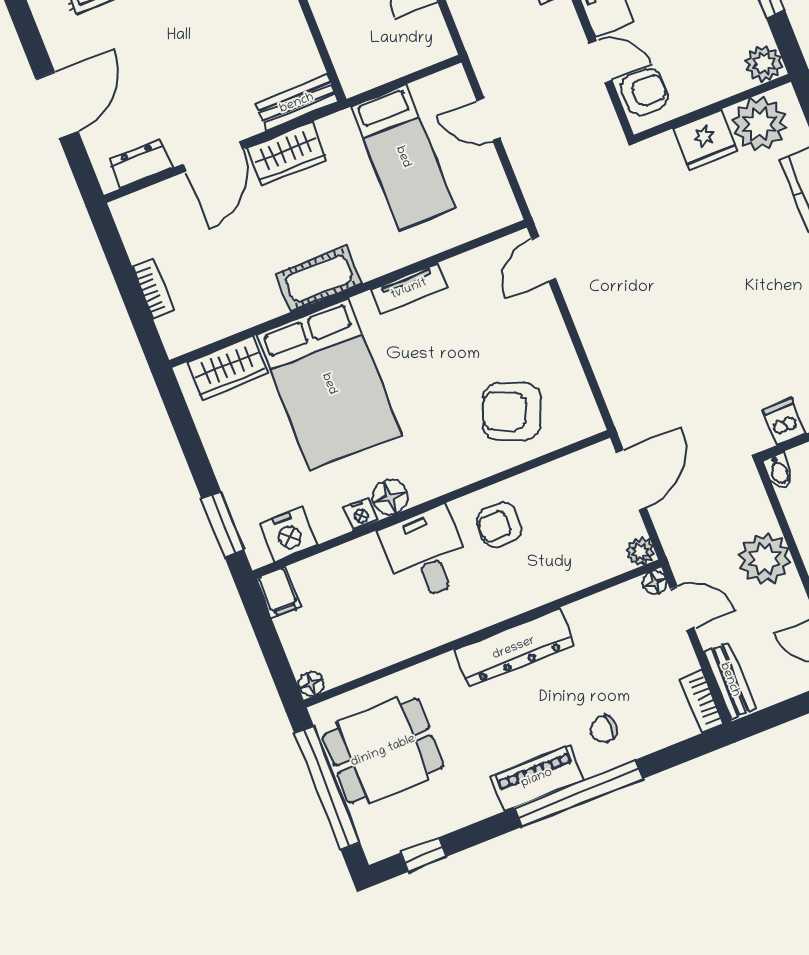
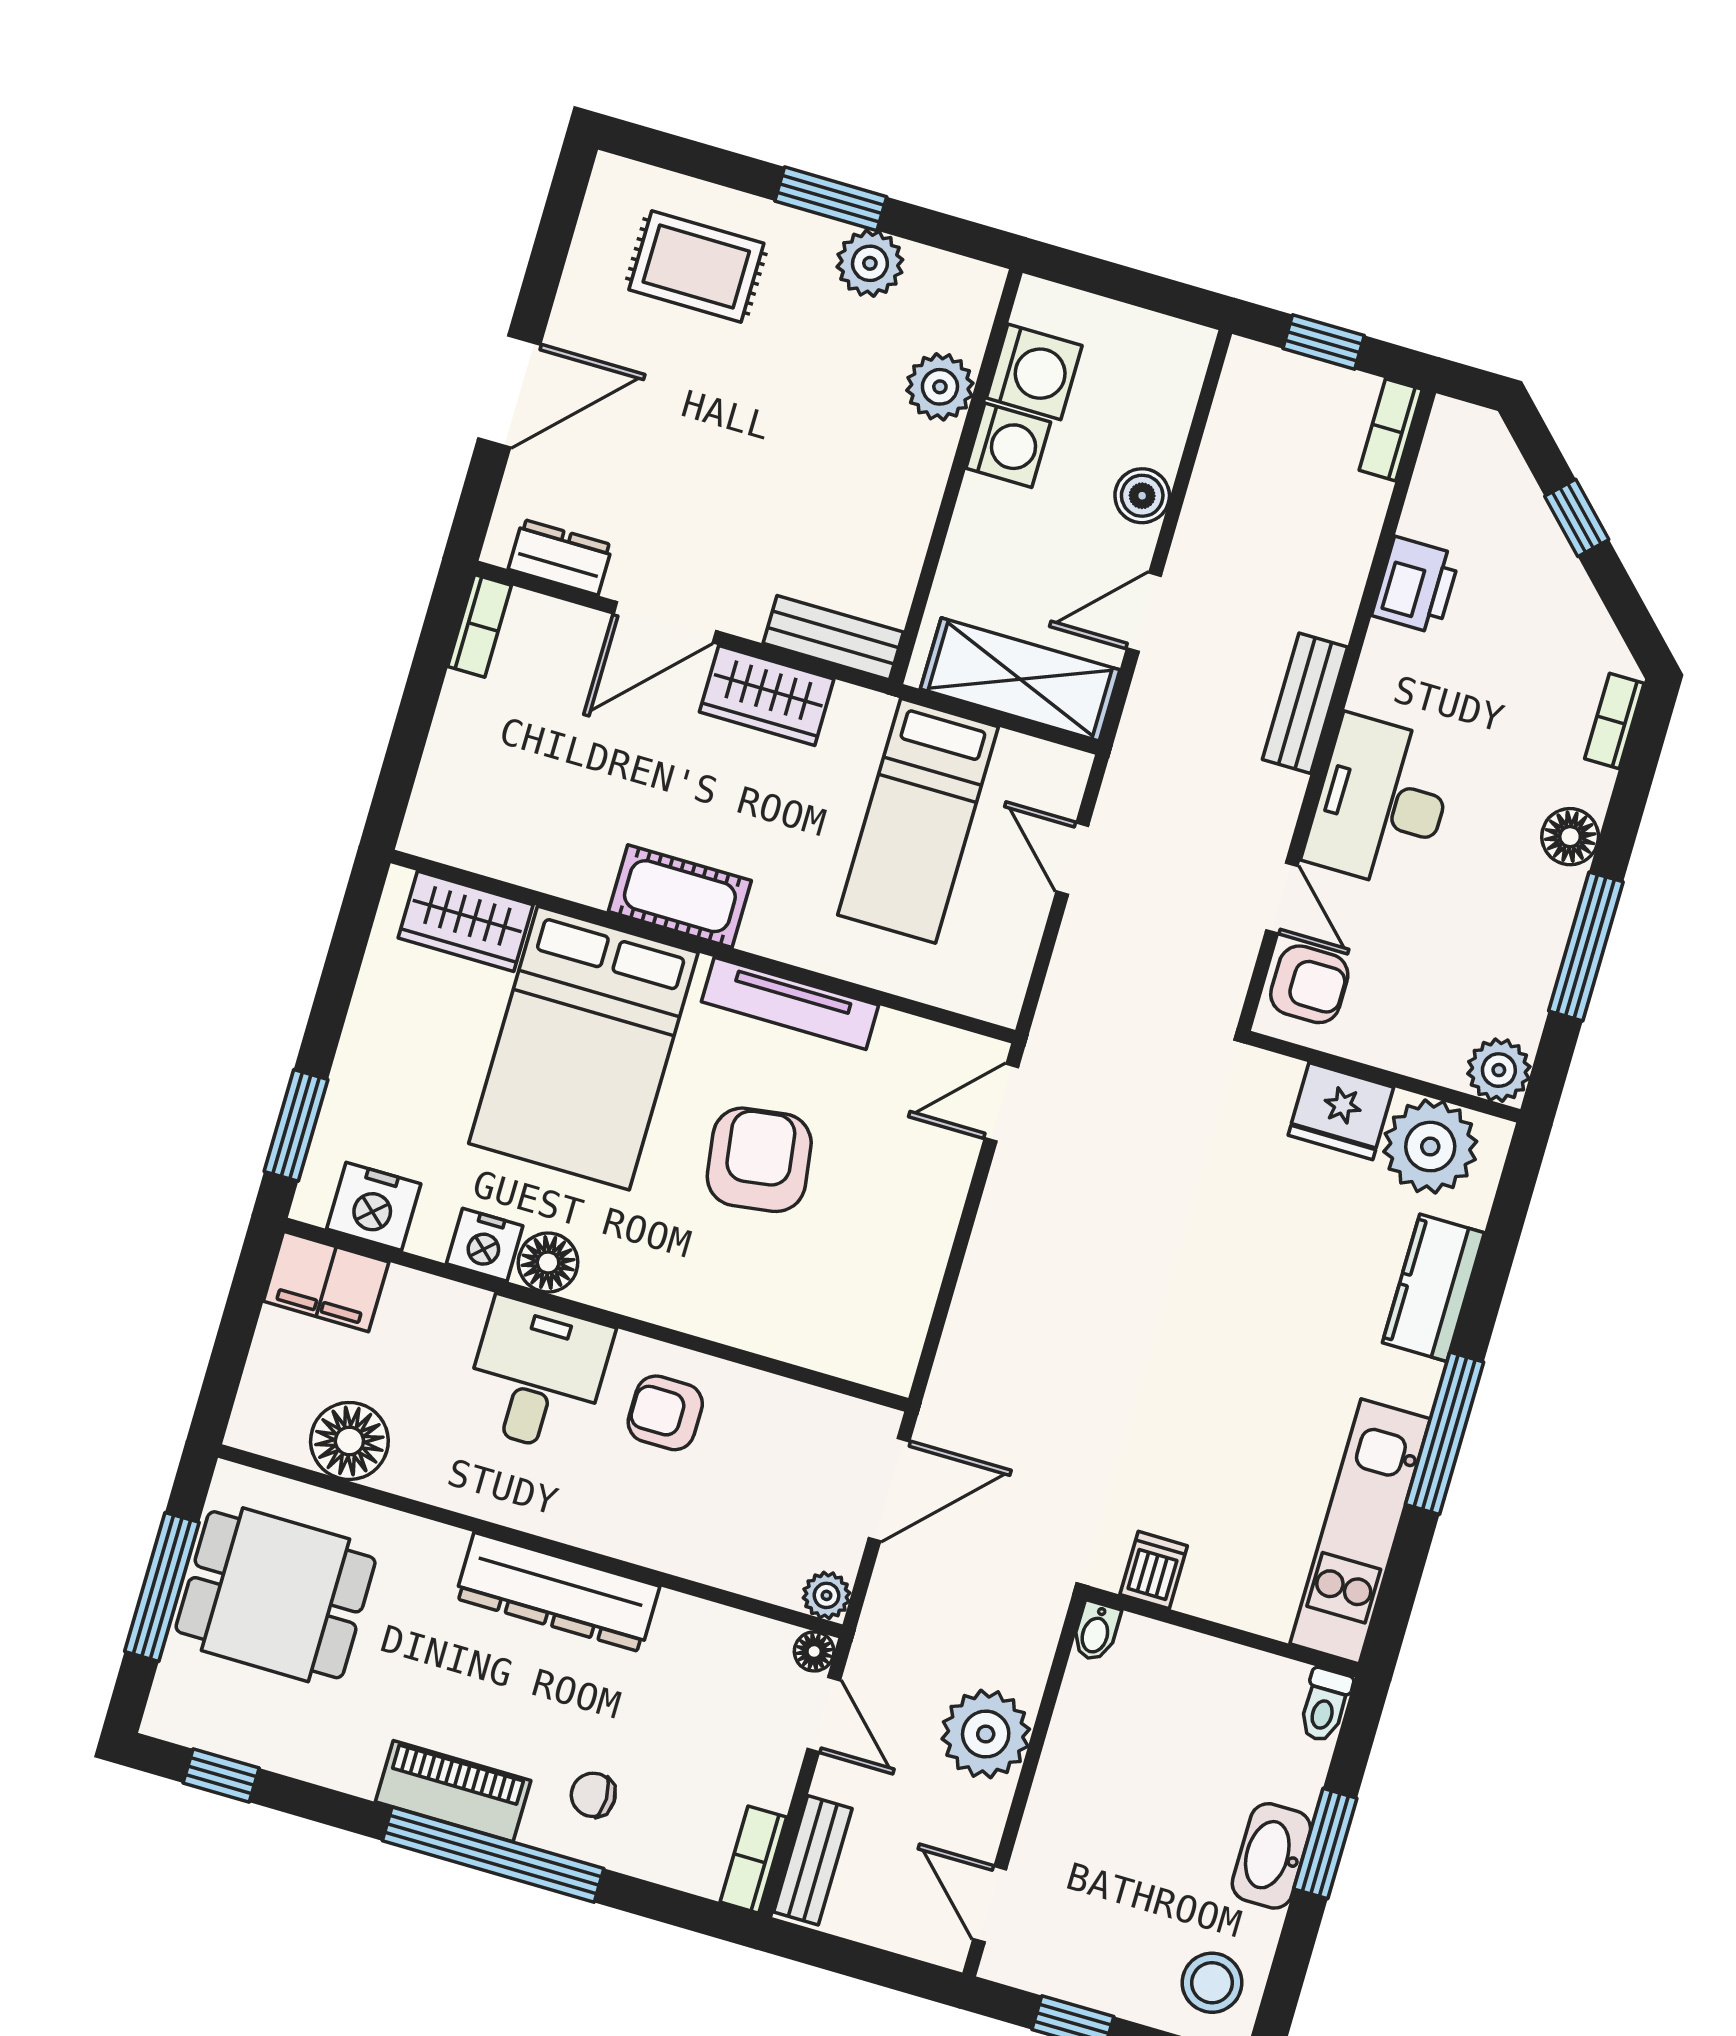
shelving: (399, 54) -> (1020, 679), added
bookcase: (153, 289) -> (480, 626), moved
tv unit: (409, 289) -> (790, 1003), width x1.41
armchair: (511, 411) -> (759, 1160), moved, turned 60
nightstand: (361, 514) -> (485, 1245), width x1.39, depth x1.35
filing cabinet: (278, 592) -> (326, 1282), width x2.00
floor lamp: (311, 684) -> (349, 1441), moved, width x1.89, depth x1.89
window: (327, 788) -> (162, 1587), width x0.68

